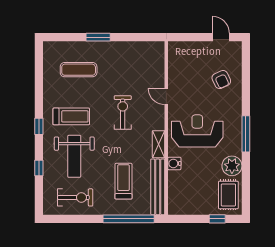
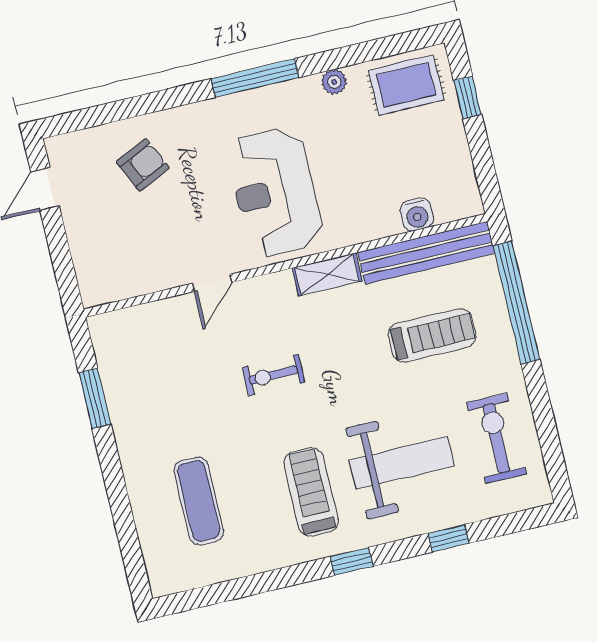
window: (98, 37) -> (95, 398), moved
exercise bike: (123, 112) -> (273, 375), width x0.73, depth x0.72
water cooler: (174, 163) -> (417, 214), moved
plant: (232, 166) -> (334, 82), width x0.53, depth x0.53
treadmill: (123, 181) -> (432, 335), turned 180

